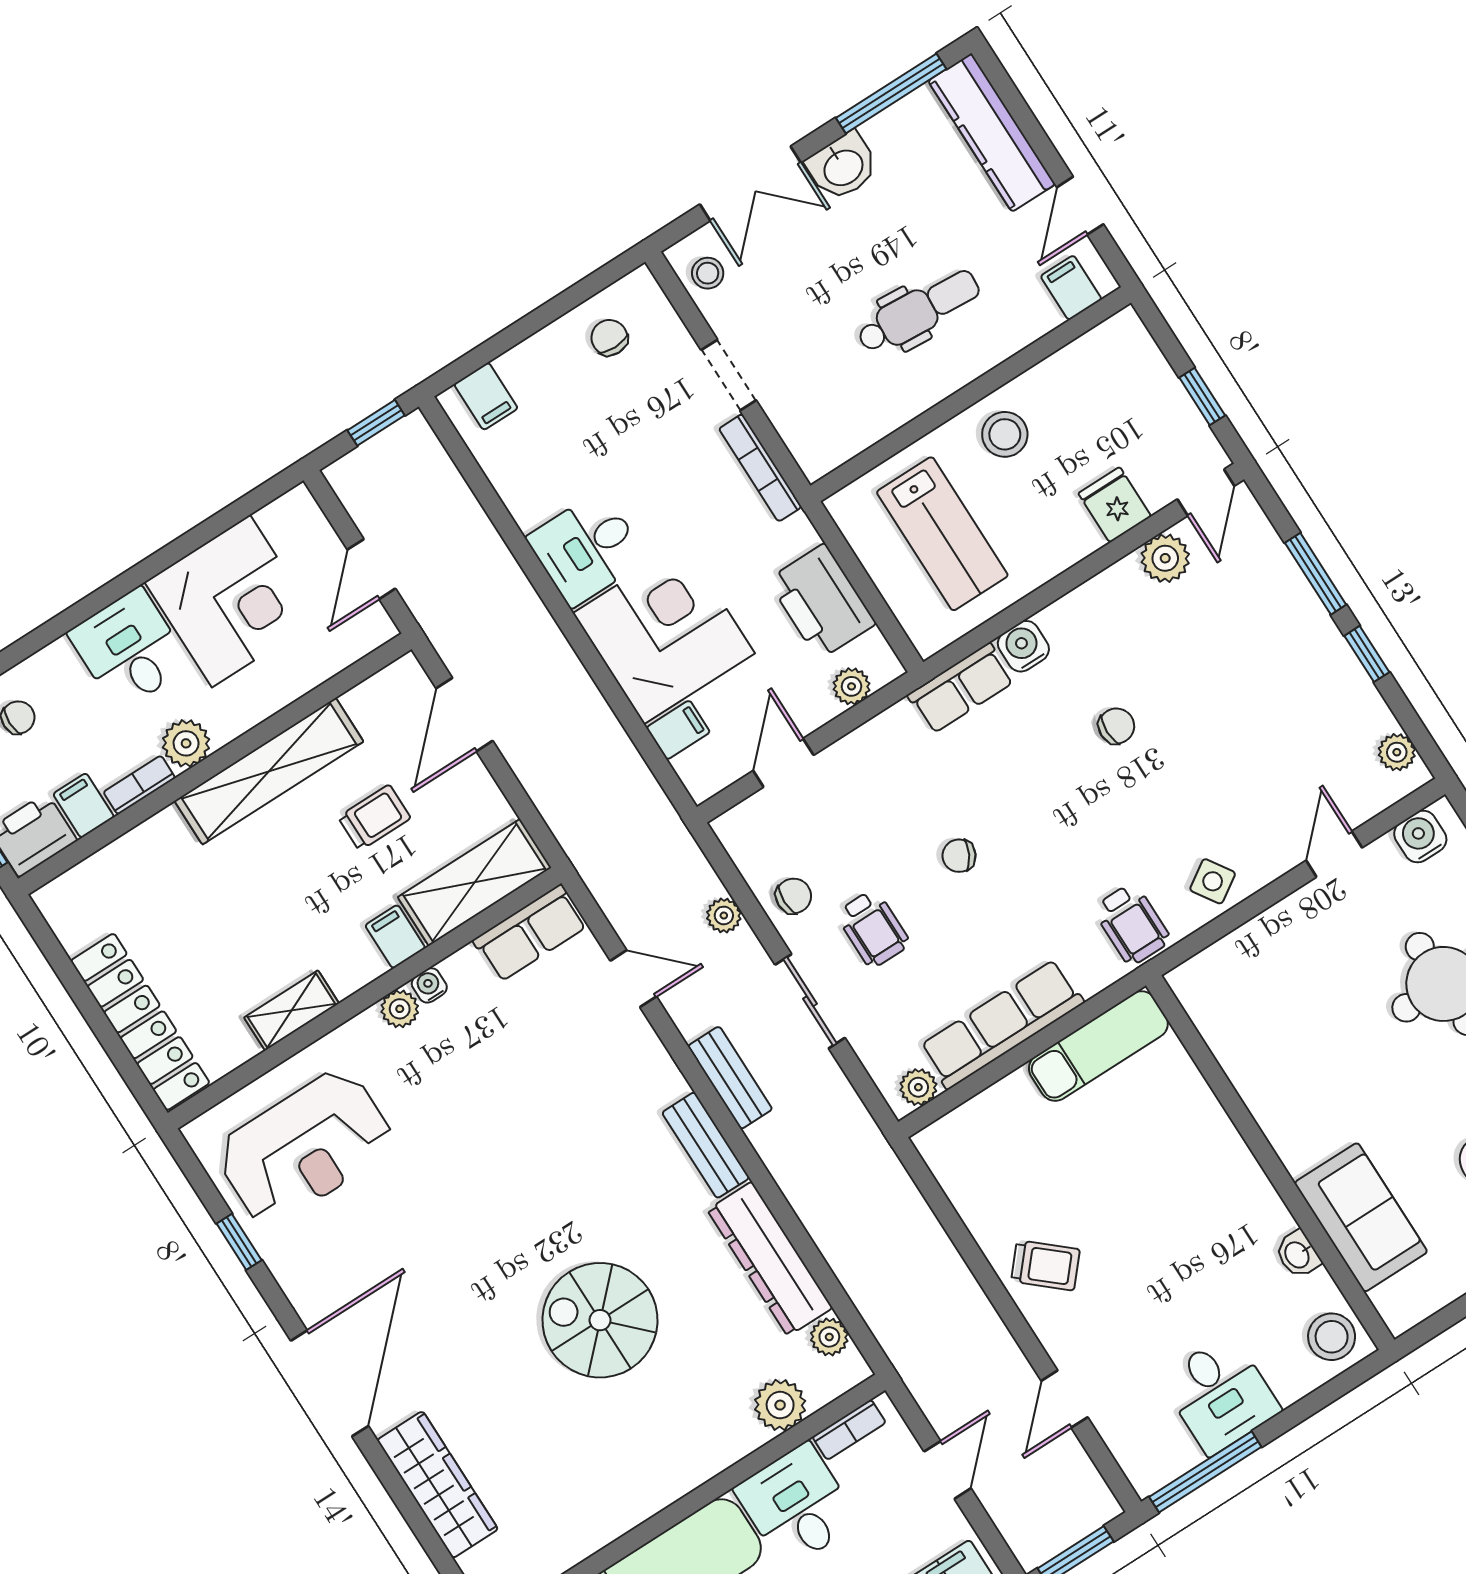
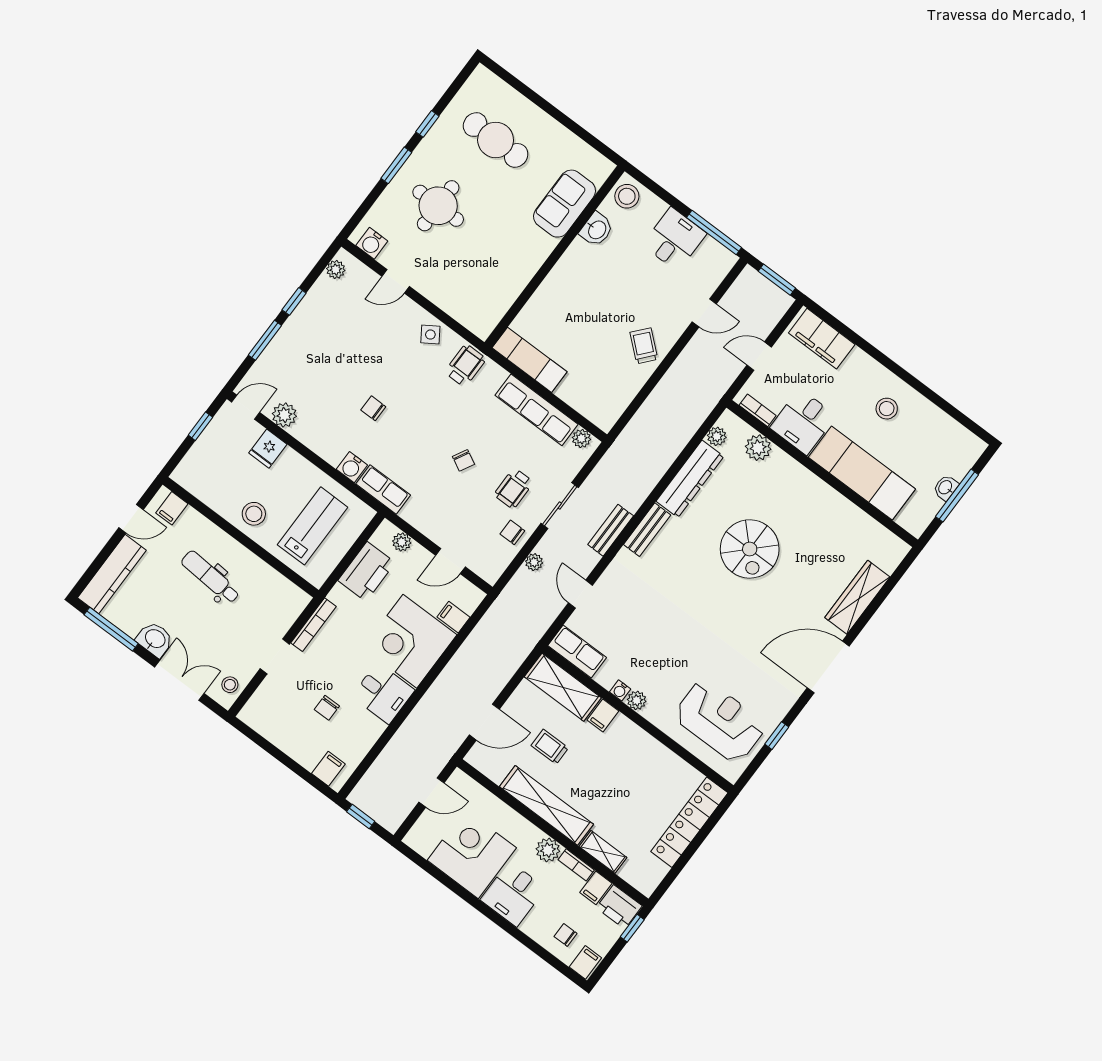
chair: (609, 338) -> (327, 708), moved
wheelchair: (873, 929) -> (514, 488), turned 180
shelving: (292, 1011) -> (603, 852), moved
washbasin: (1298, 1254) -> (597, 229), width x1.38, depth x1.45

